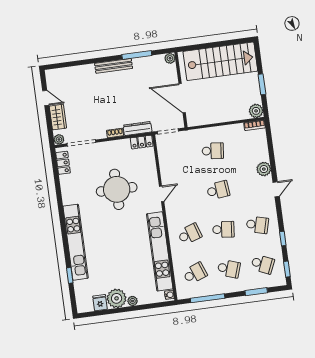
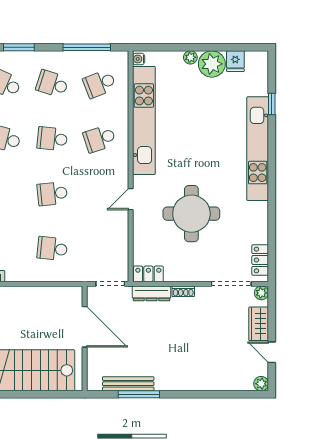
plant: (170, 58) -> (261, 384), moved
bench: (114, 66) -> (128, 384), moved

